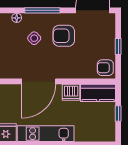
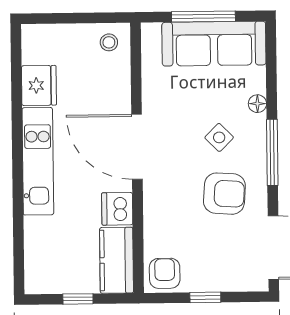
armchair: (64, 36) -> (224, 194), turned 94

